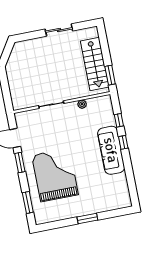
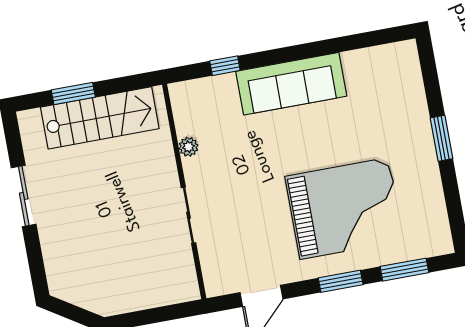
window: (110, 75) -> (73, 93), moved
window: (123, 142) -> (274, 57), removed
window: (20, 162) -> (341, 281), moved
grand piano: (55, 175) -> (344, 208), turned 180

